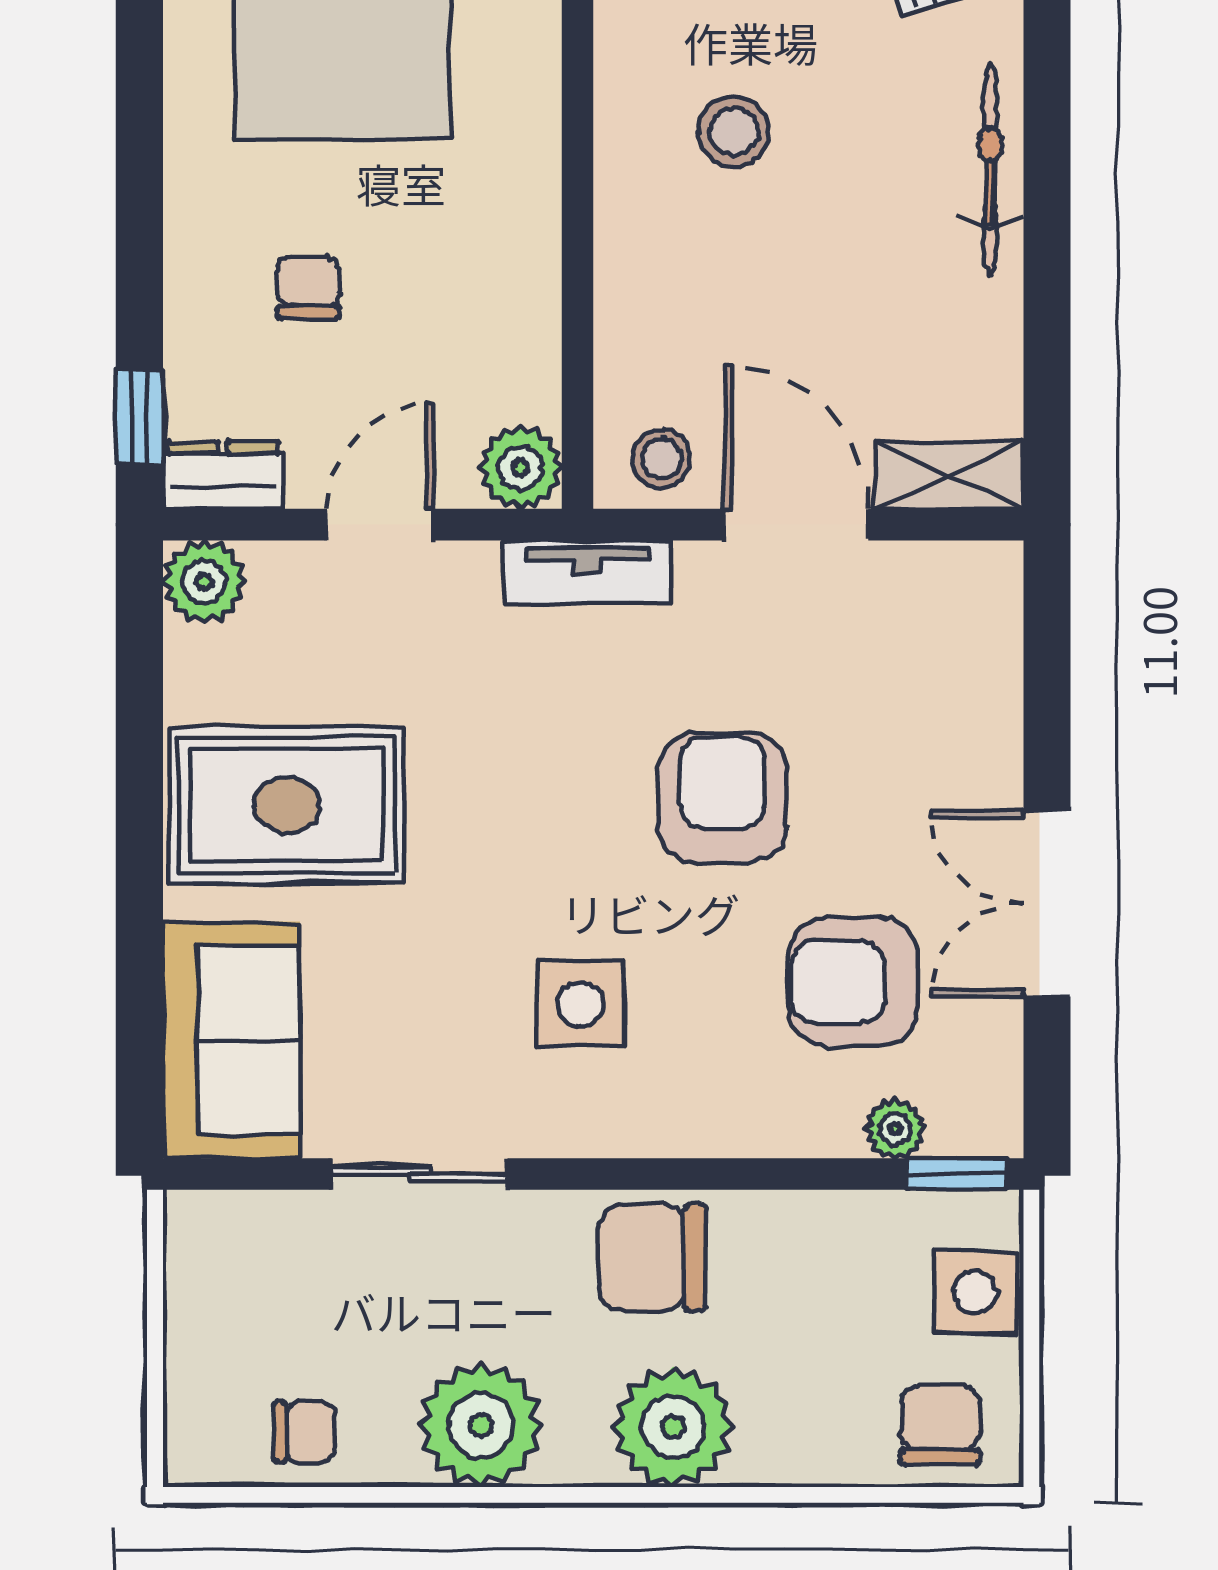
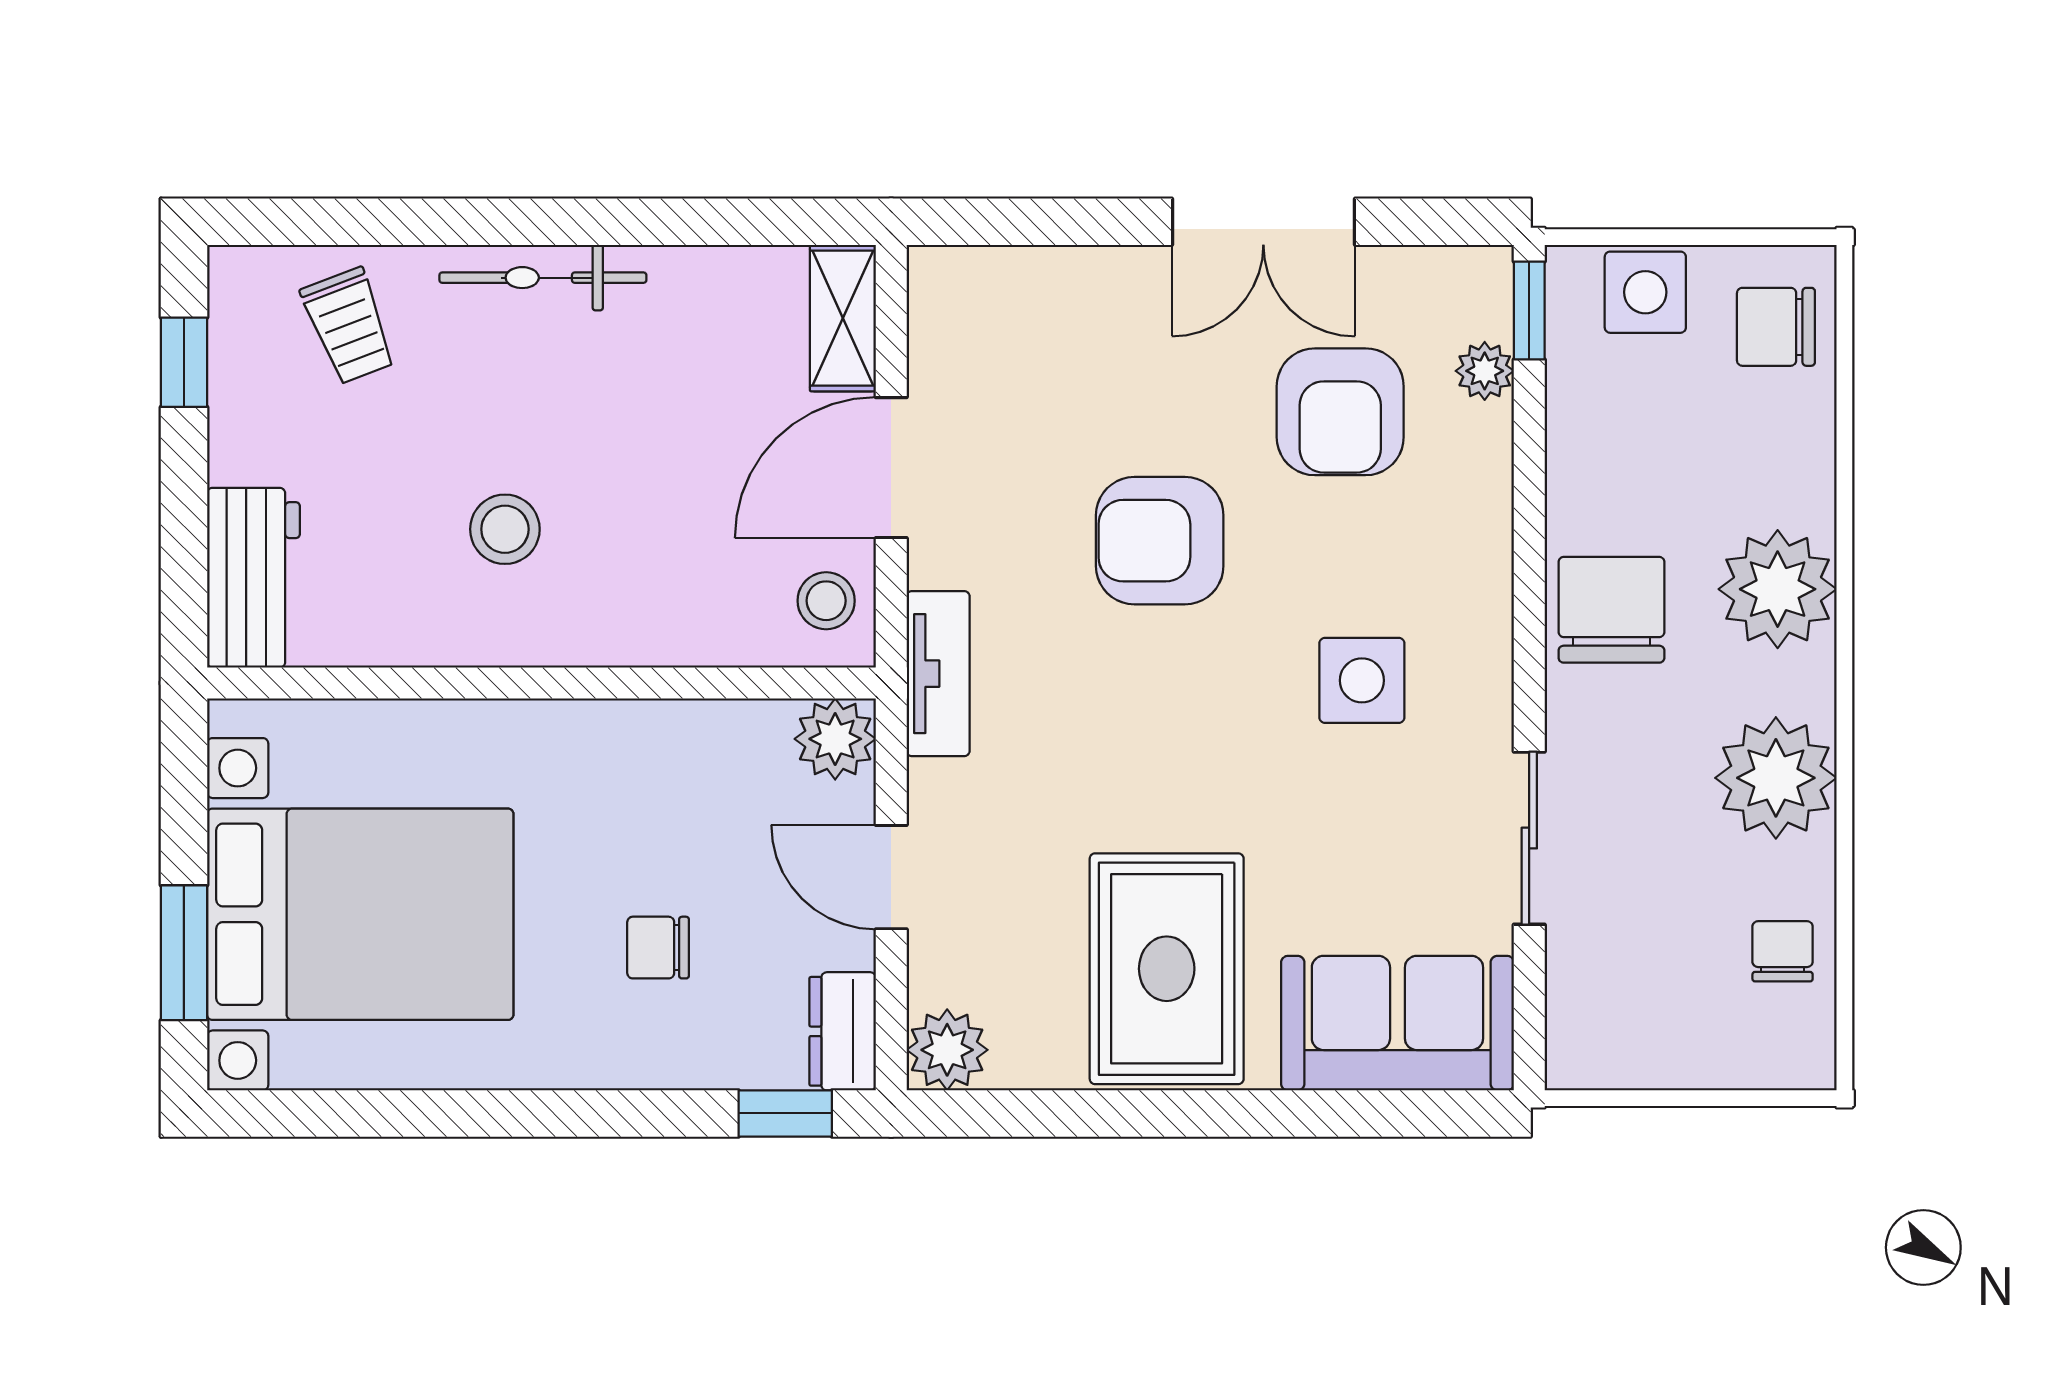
chair: (652, 1258) -> (1611, 610), turned 180

